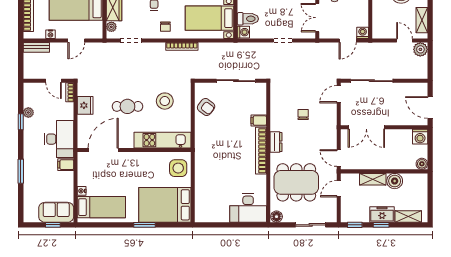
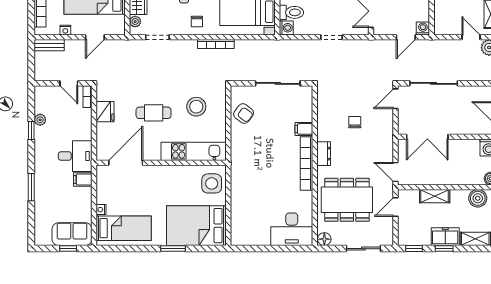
desk: (59, 139) -> (75, 156), width x0.73
boiler: (395, 181) -> (478, 198), moved

